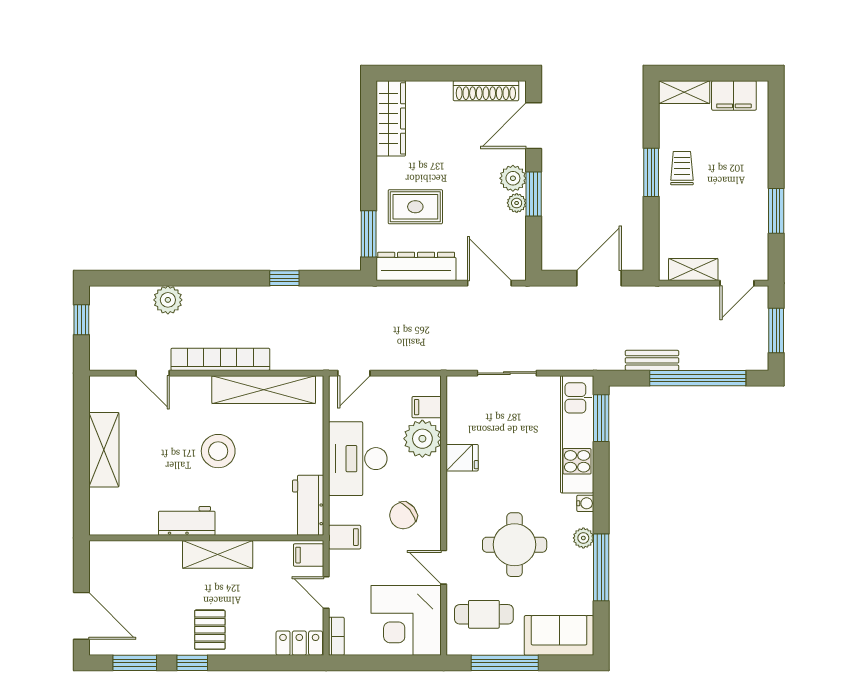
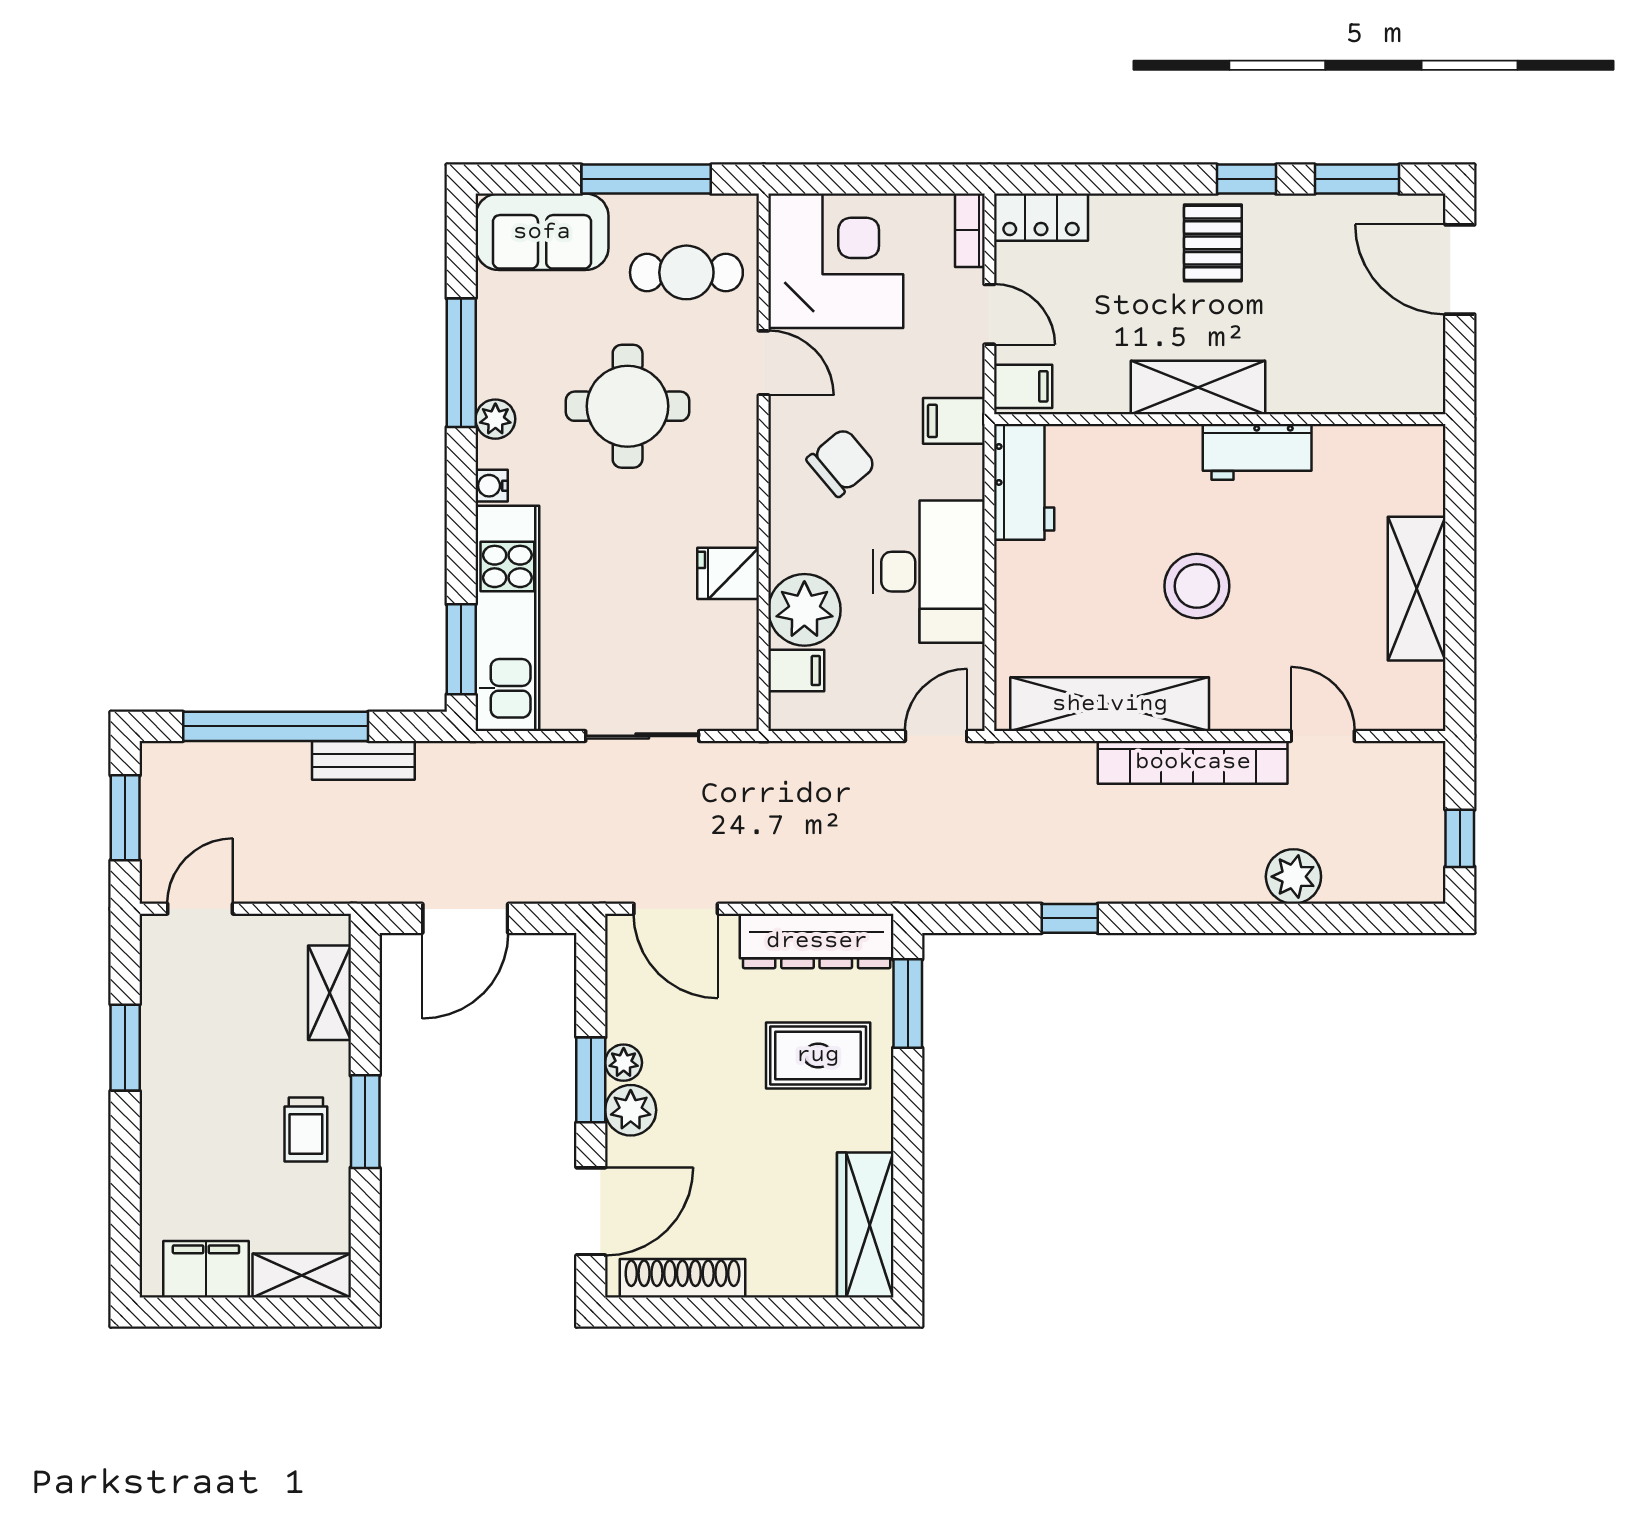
shelving: (693, 270) -> (329, 993), moved, turned 90

